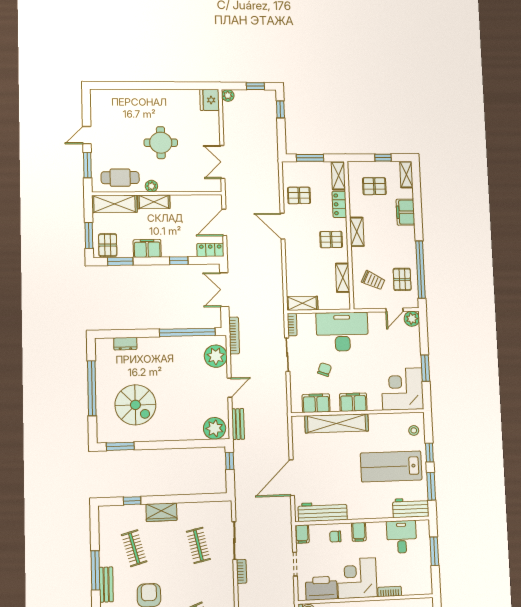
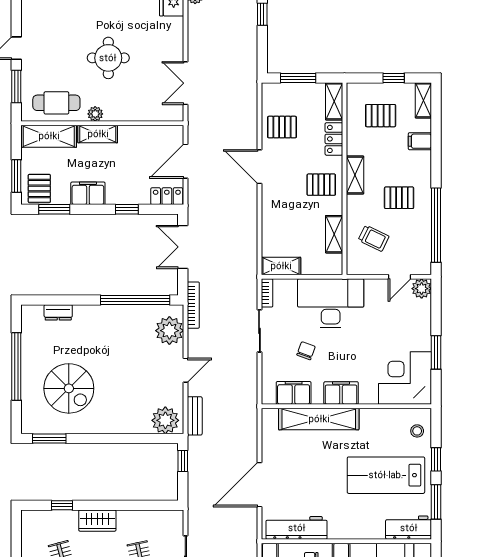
filing cabinet: (405, 212) -> (420, 141), width x0.50
pallet: (402, 279) -> (399, 198), moved, turned 90

